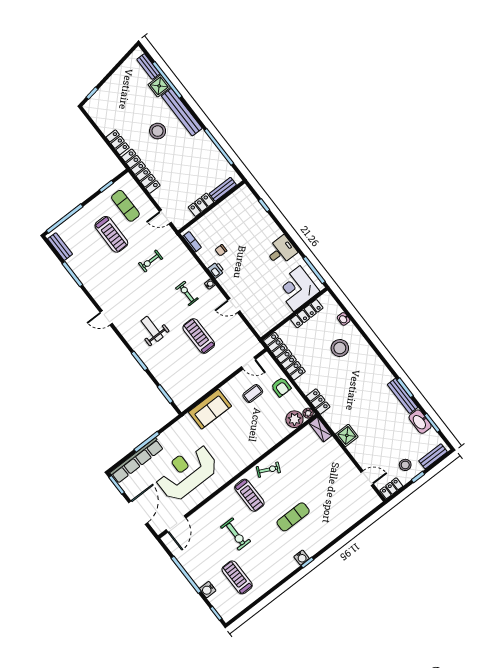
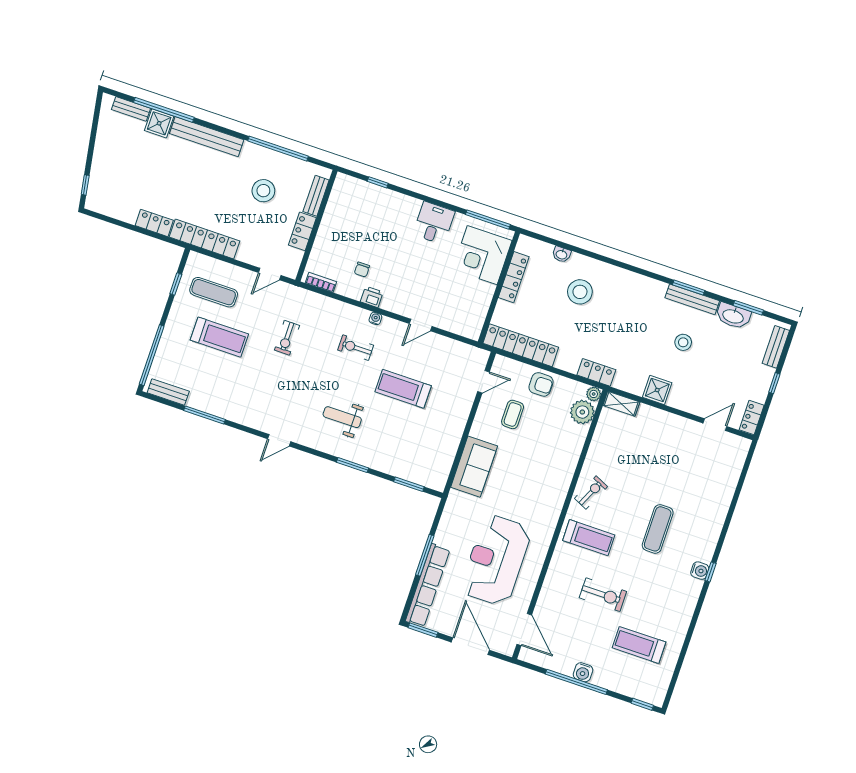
stool: (158, 131) -> (263, 191), moved
stool: (405, 465) -> (683, 342), moved
water cooler: (208, 590) -> (583, 672), moved

